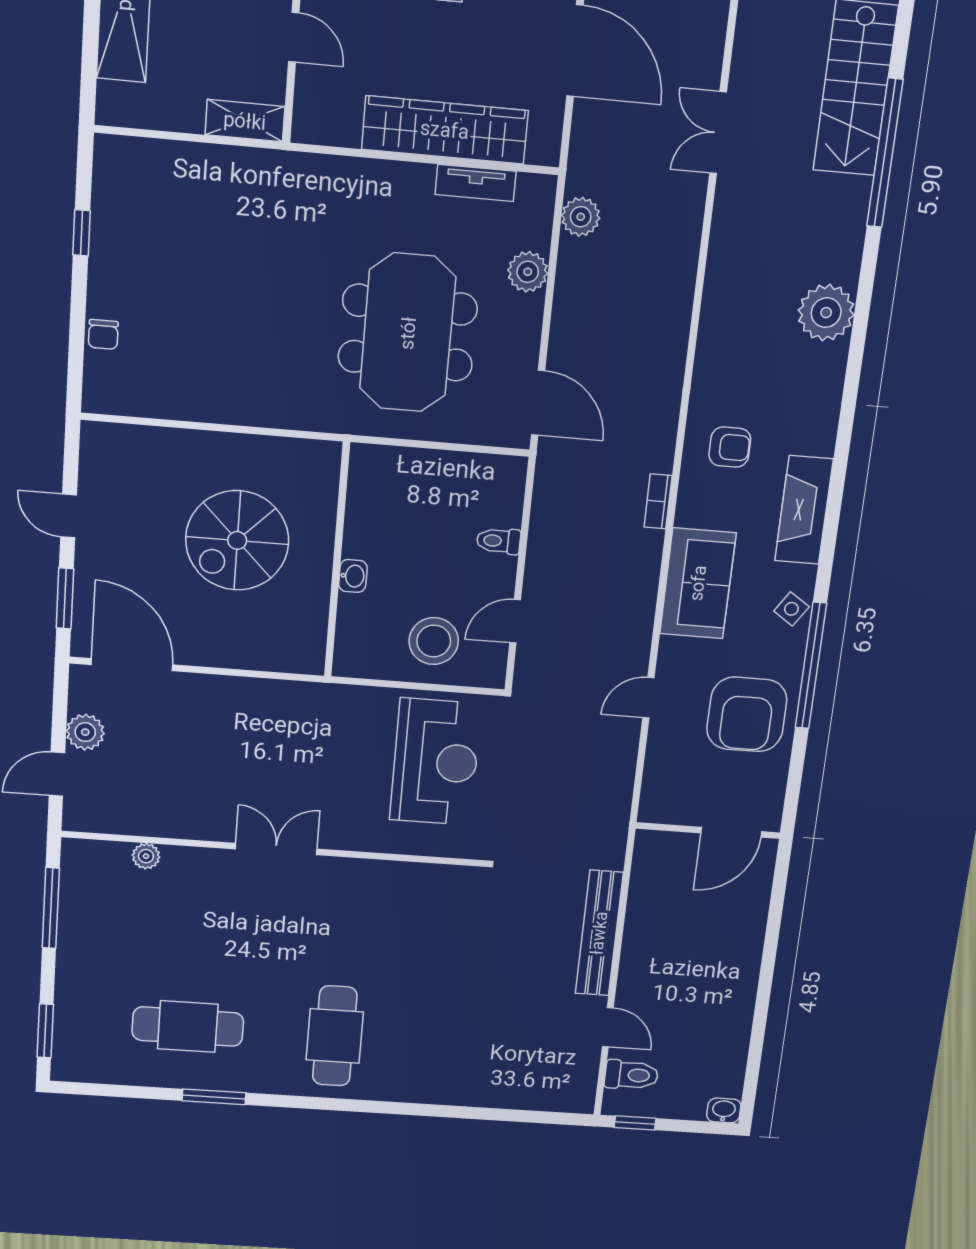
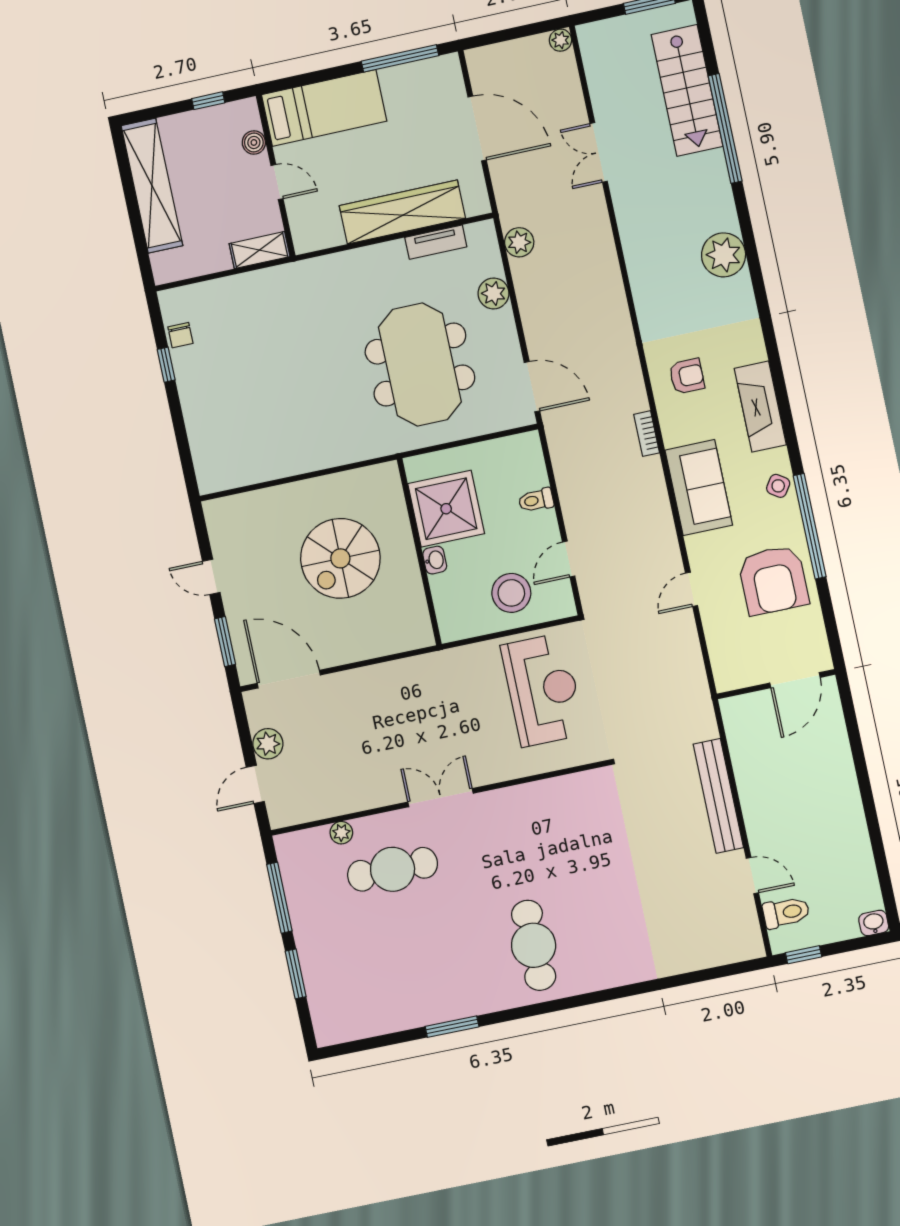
chair: (103, 334) -> (180, 335), moved
shower: (386, 519) -> (446, 509), added
cafe table: (188, 1027) -> (393, 869), moved
window: (45, 1031) -> (296, 974), moved

